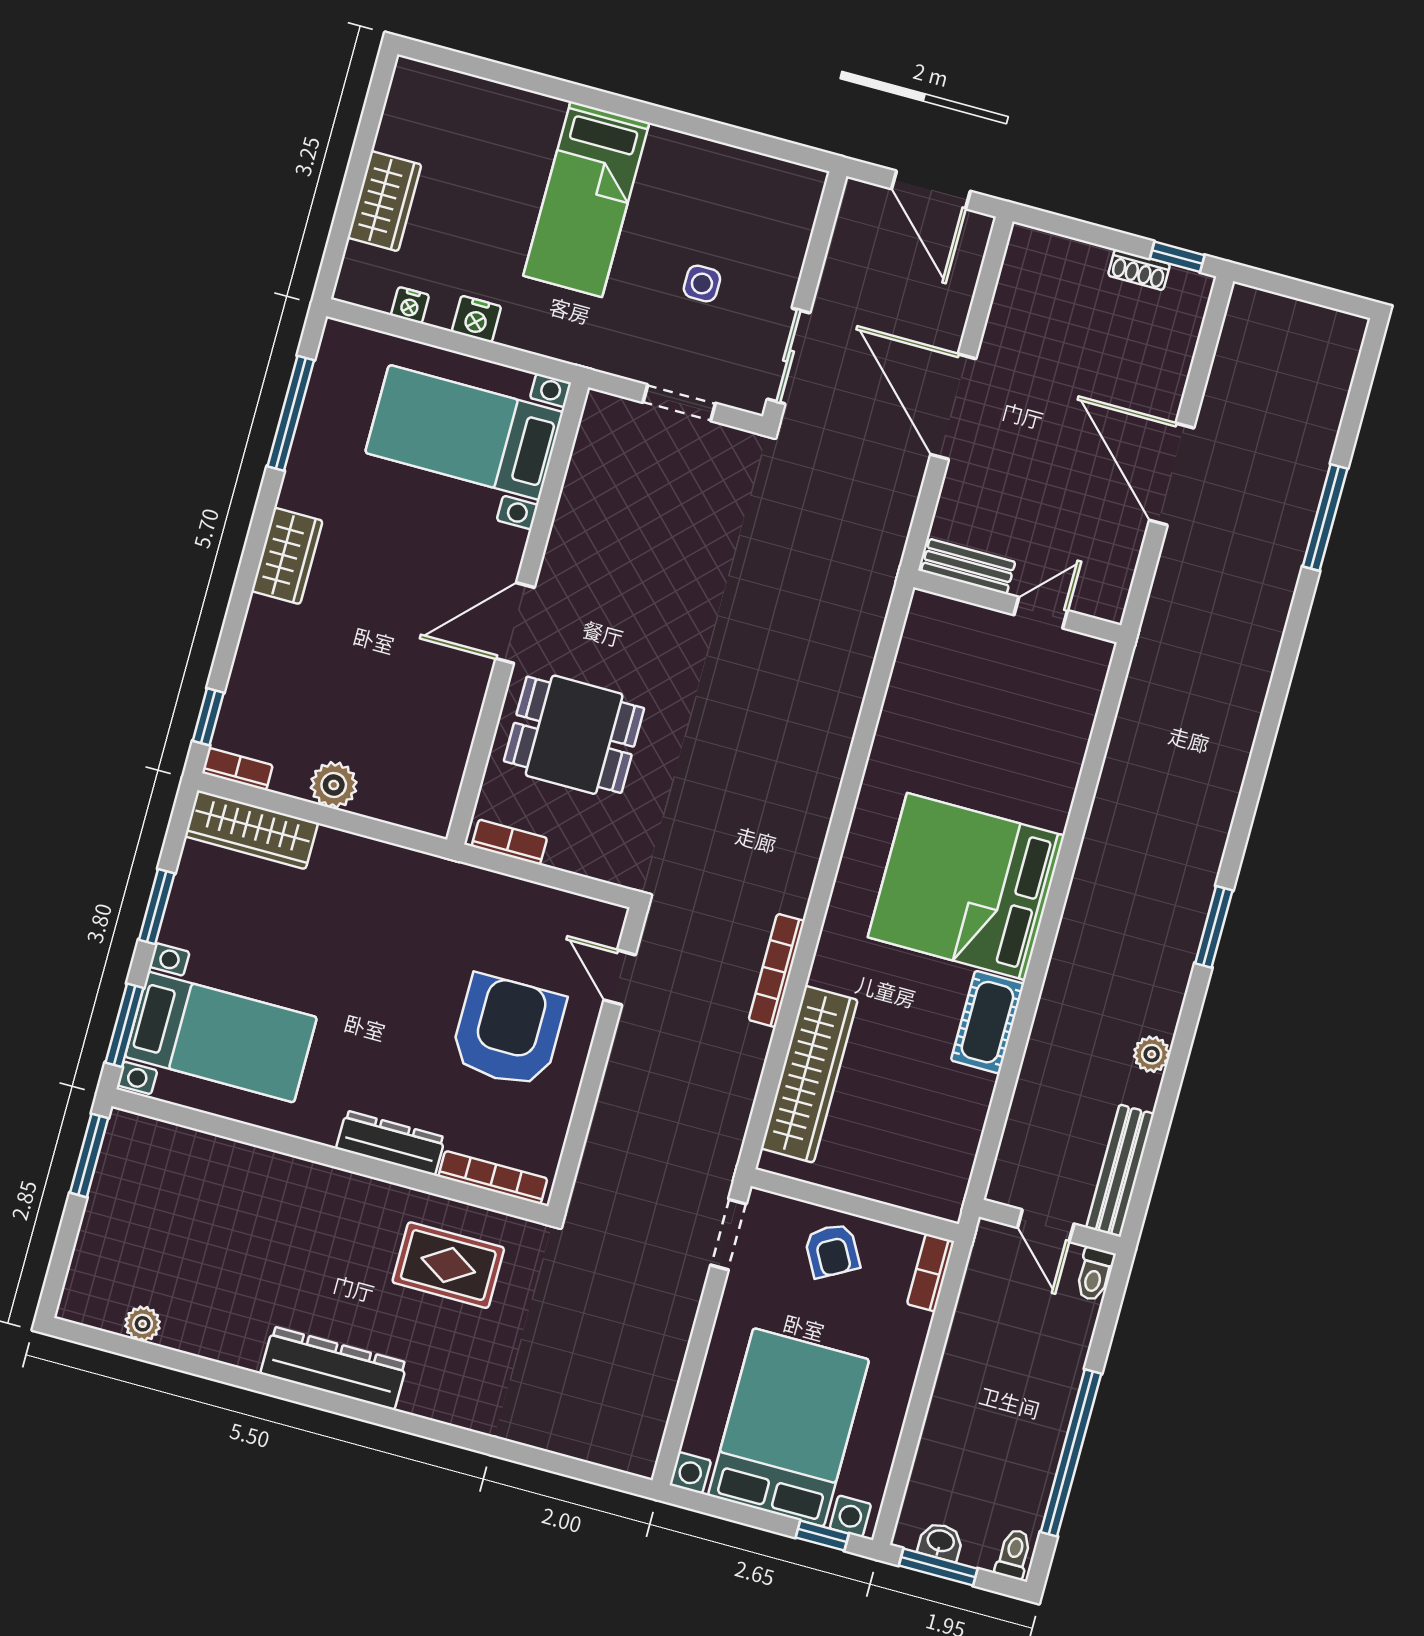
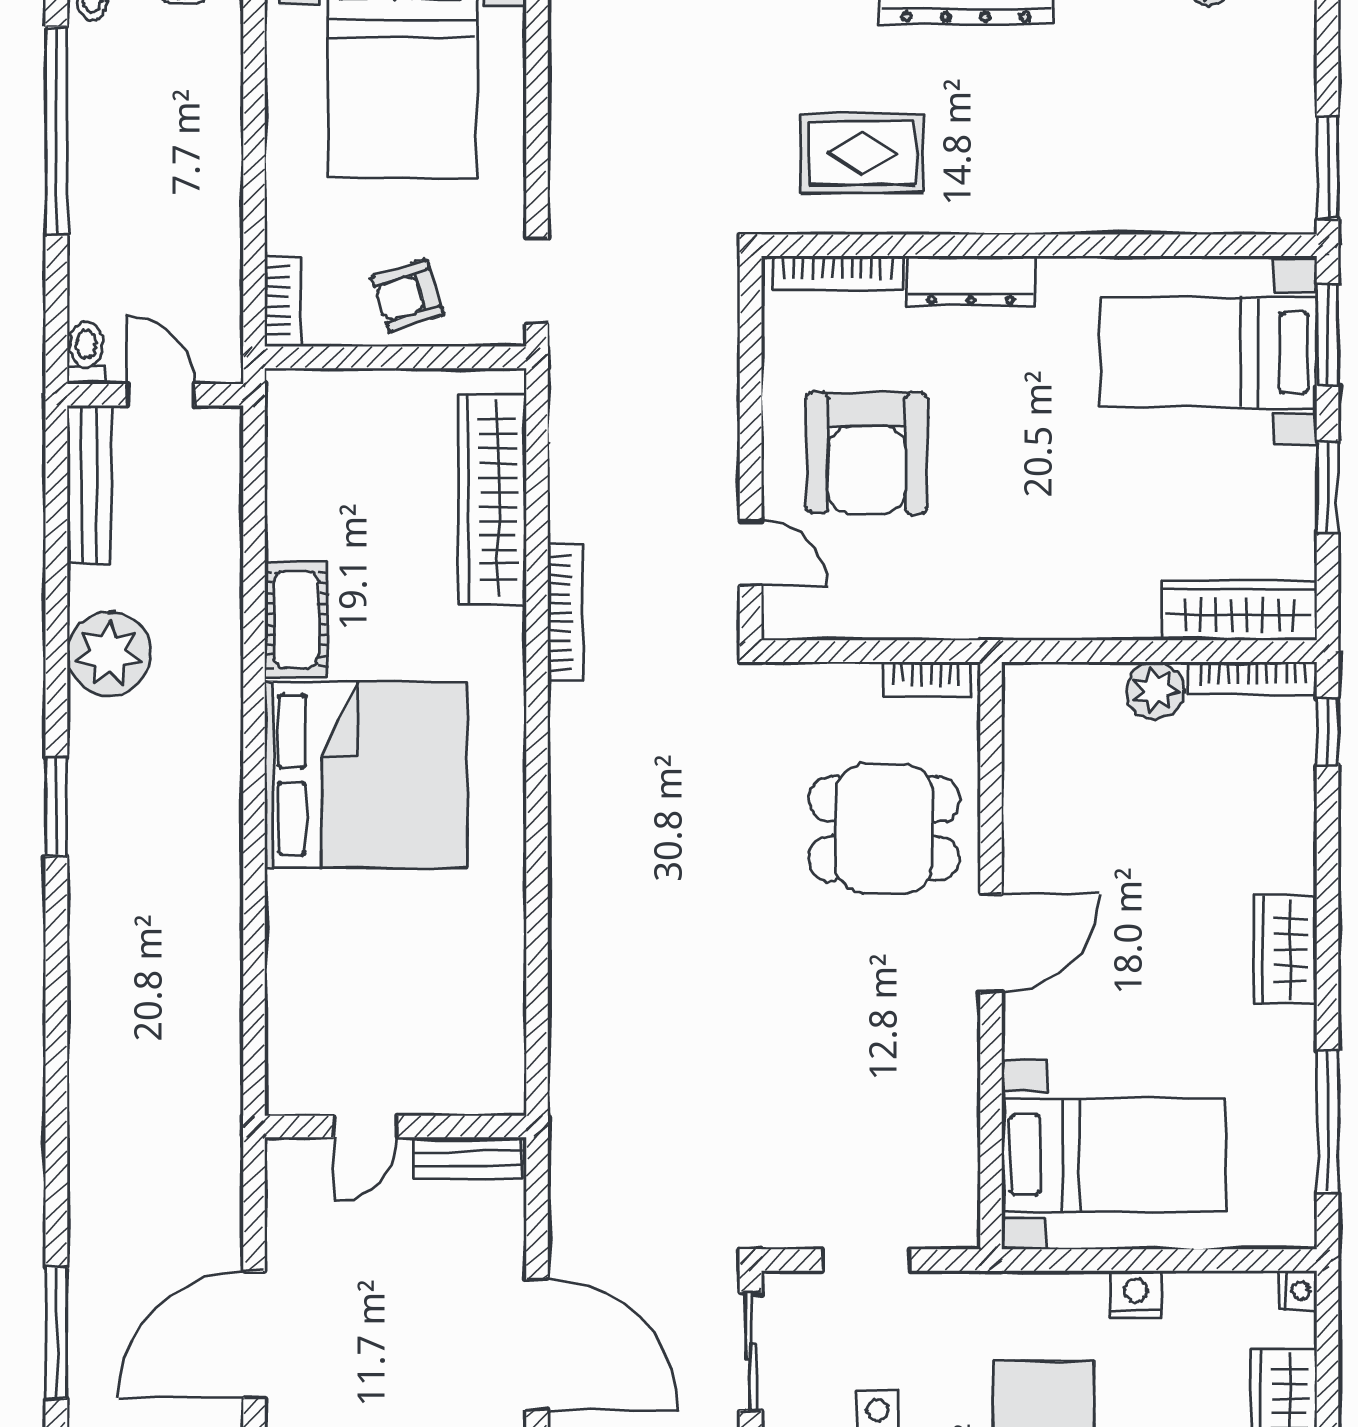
nightstand: (410, 305) -> (1298, 1290), moved, turned 90
door: (1172, 474) -> (254, 1335), swing flipped
bookcase: (237, 769) -> (1253, 678), width x1.56
plant: (1152, 1054) -> (109, 654), width x1.88, depth x1.88
armchair: (832, 1250) -> (408, 296), turned -79

